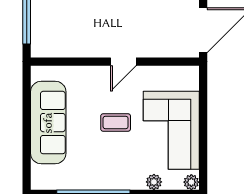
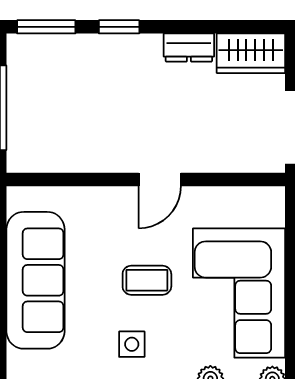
side table: (106, 161) -> (132, 344), added

